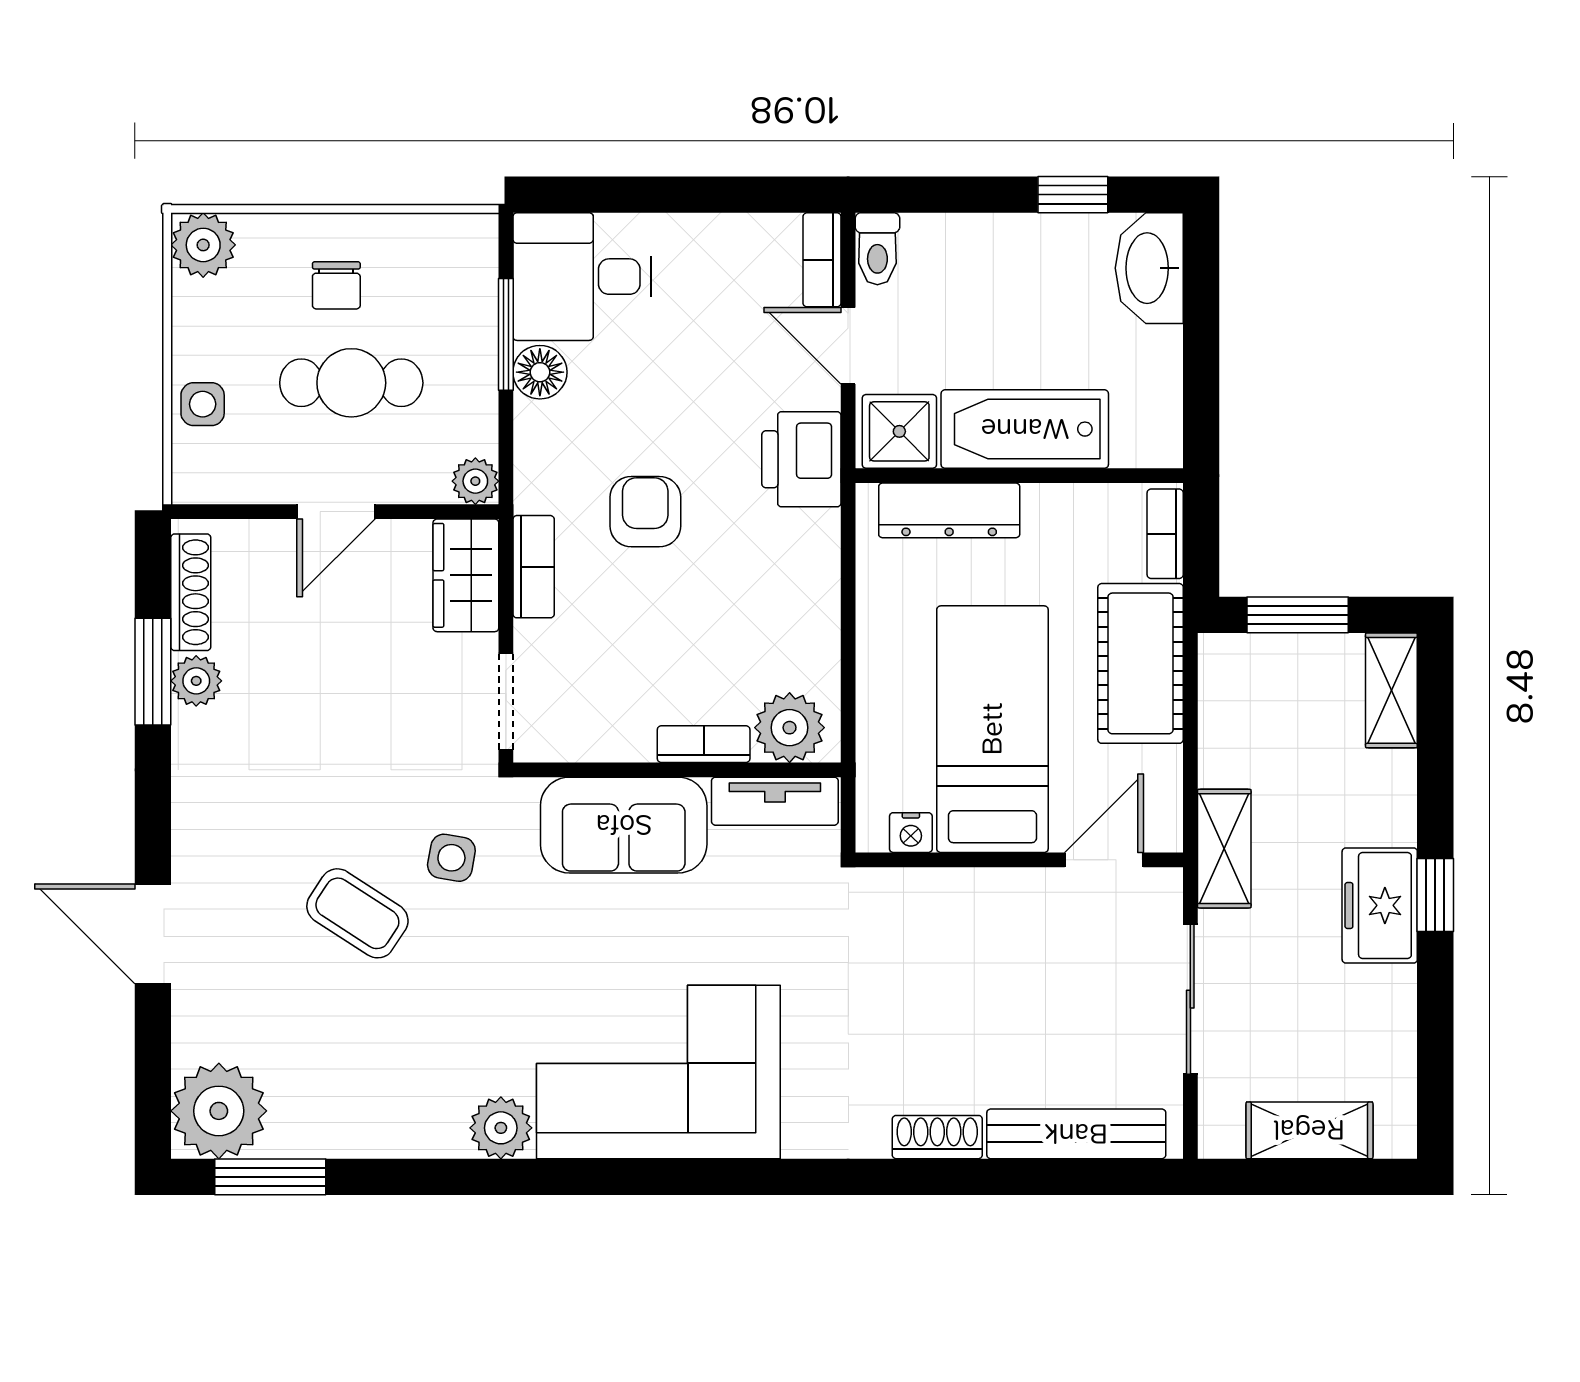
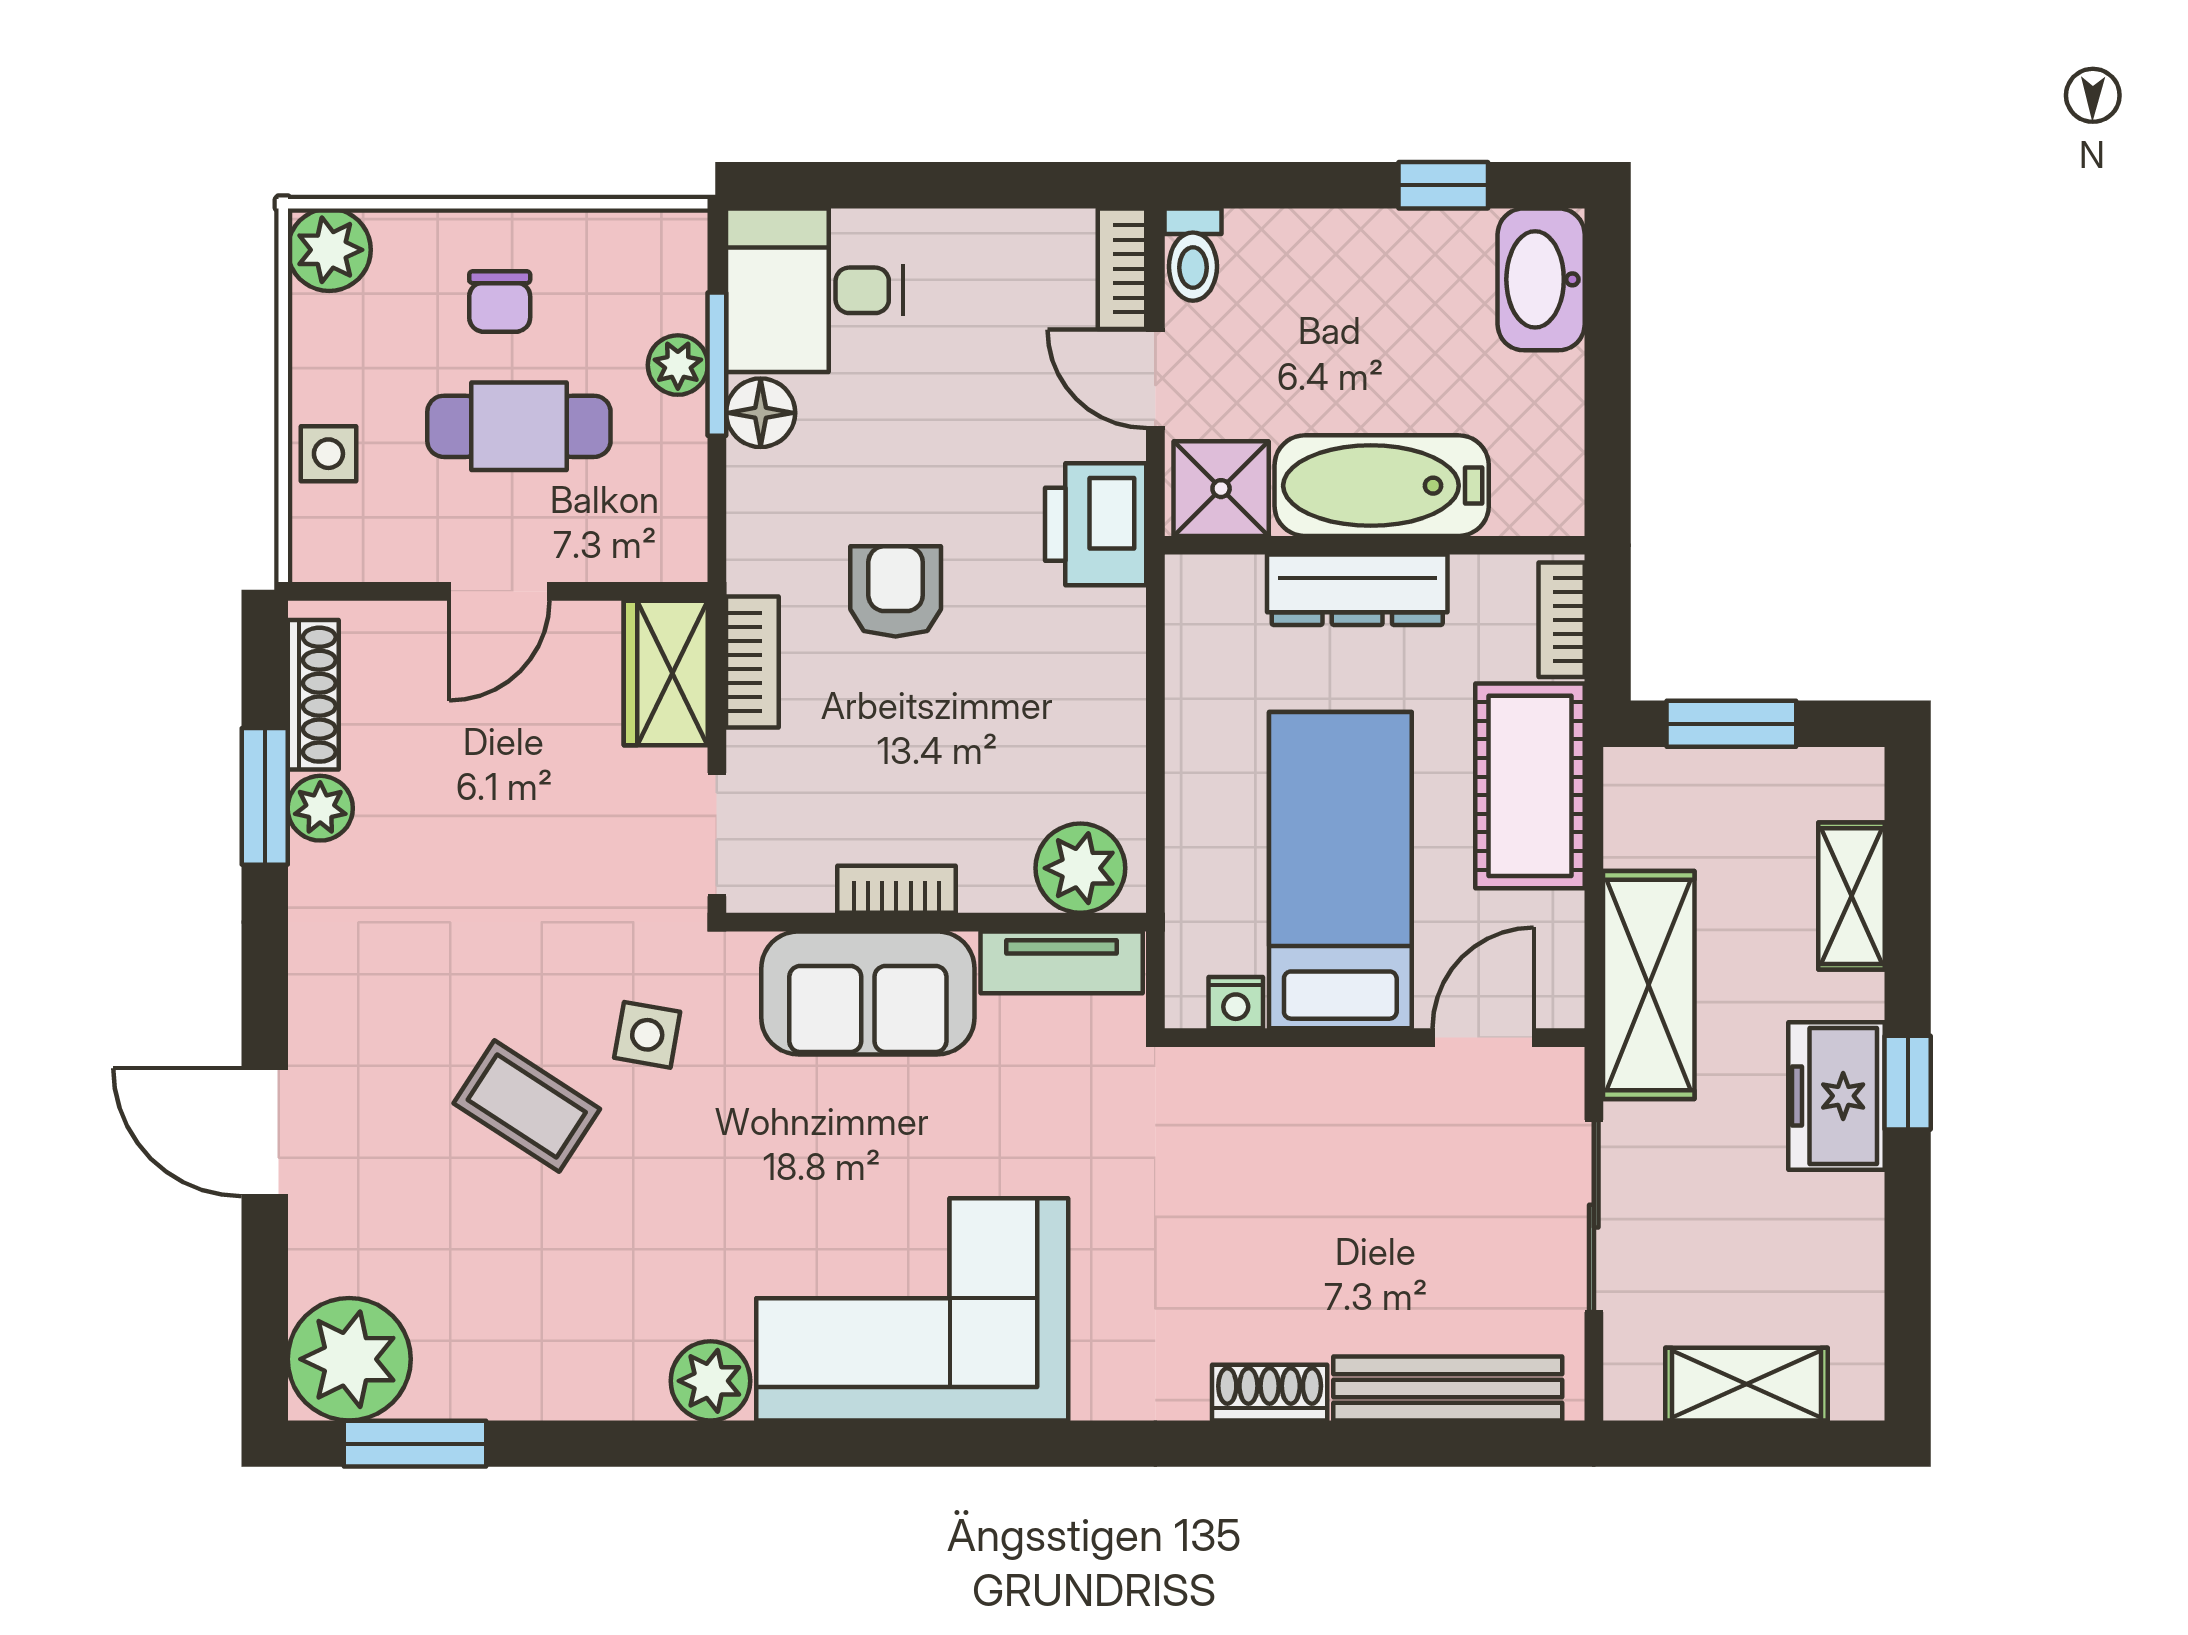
plant: (475, 481) -> (678, 365), moved
dresser: (949, 510) -> (1357, 590), moved
shelving: (1391, 690) -> (1851, 896), moved
bookcase: (704, 744) -> (896, 889), moved
shelving: (1224, 849) -> (1649, 985), width x1.50, depth x1.33

